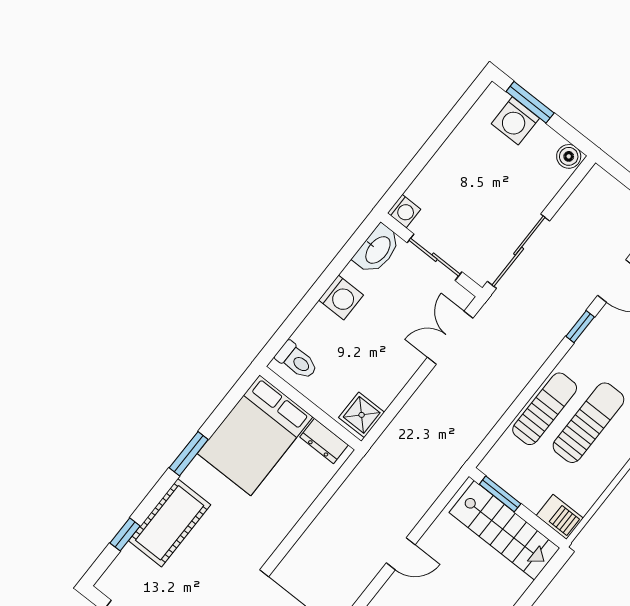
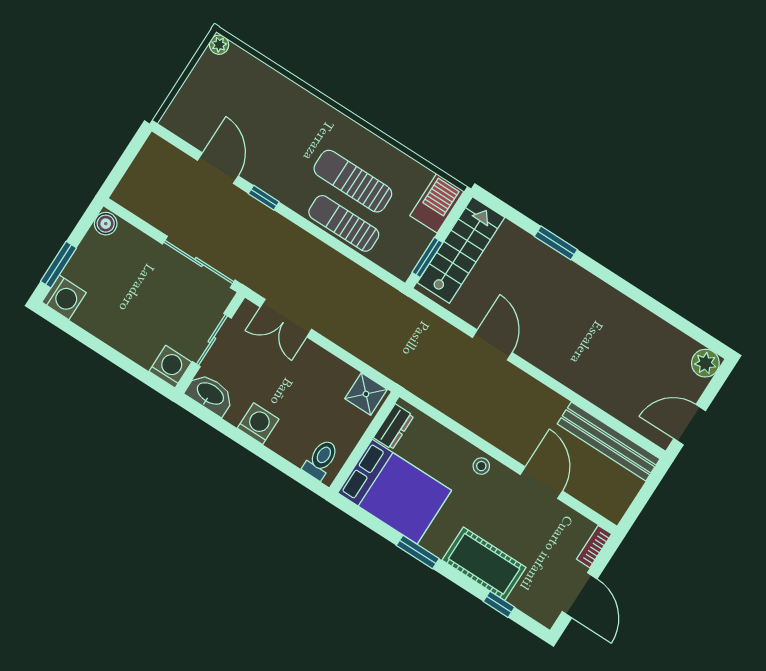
washing machine: (515, 121) -> (64, 297), moved
washing machine: (404, 211) -> (170, 367), width x1.38, depth x1.38
barbecue: (560, 517) -> (437, 203), width x1.38, depth x1.27
stool: (273, 530) -> (481, 466), added
door: (401, 554) -> (492, 345), width x1.37

